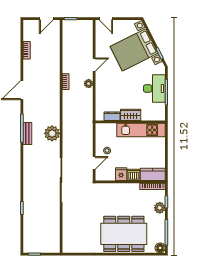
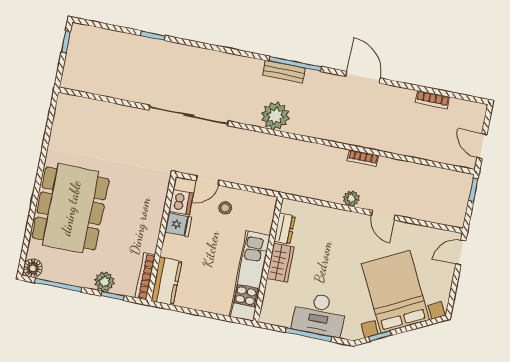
door: (94, 163) -> (208, 180), hinge flipped
dishwasher: (133, 175) -> (181, 202), moved

